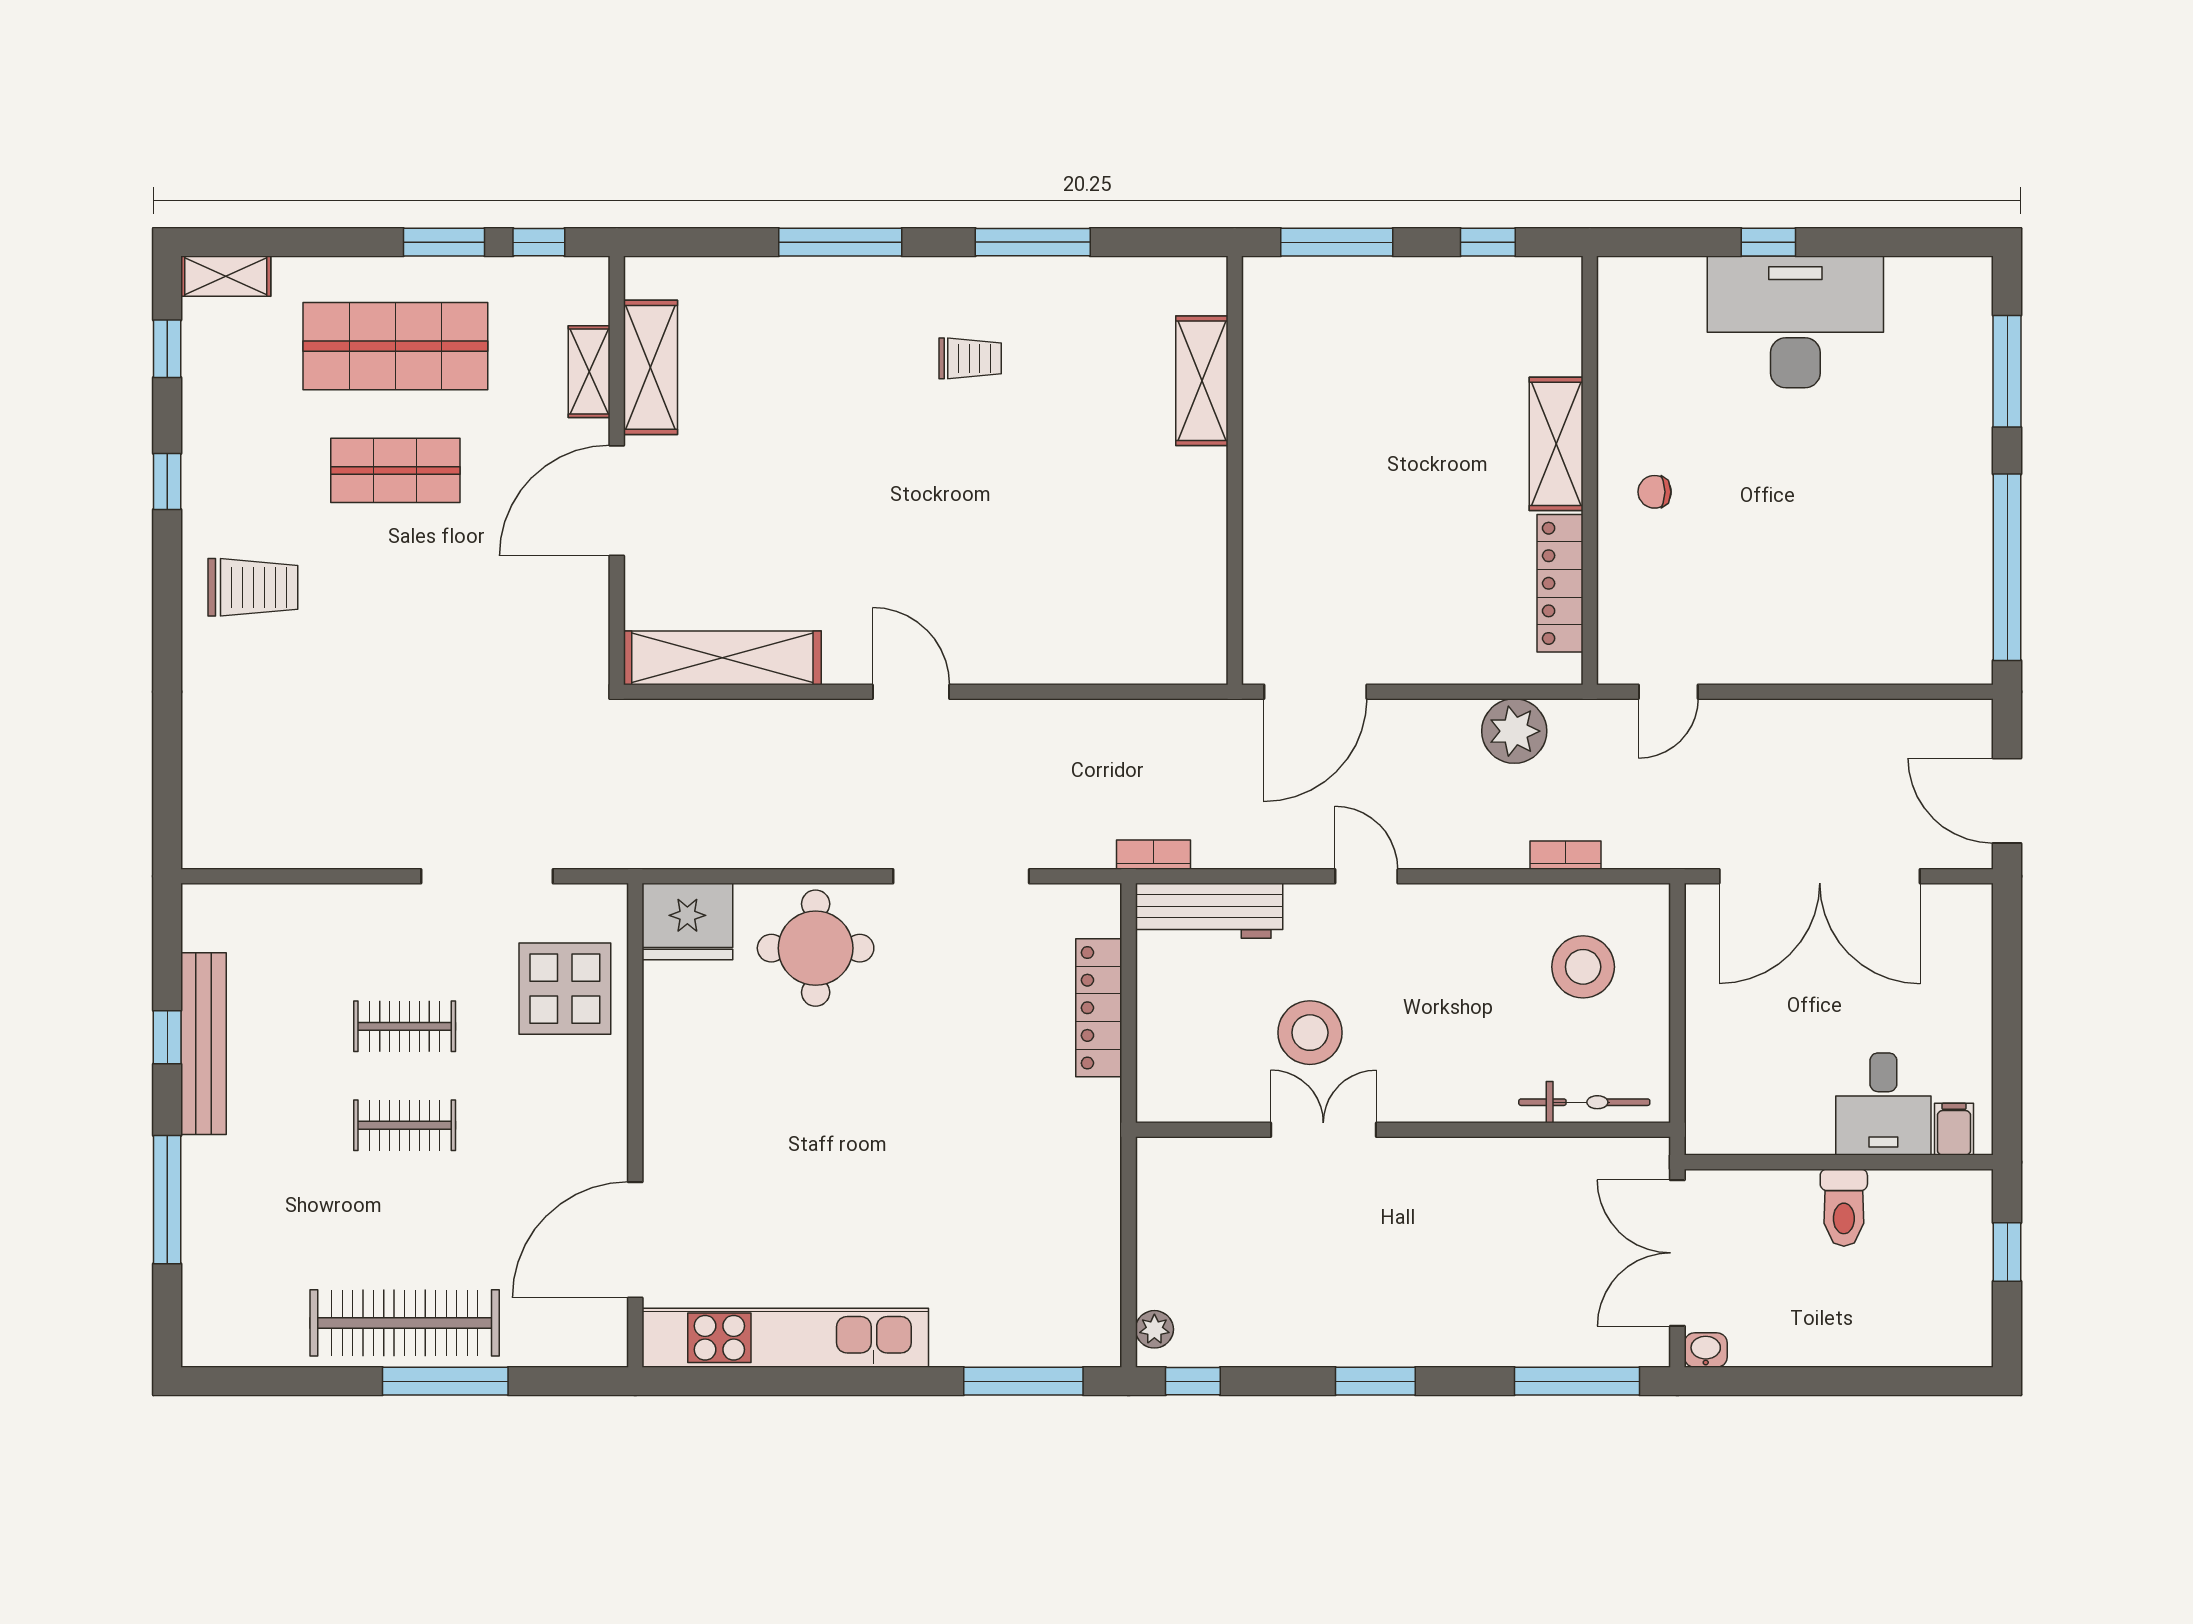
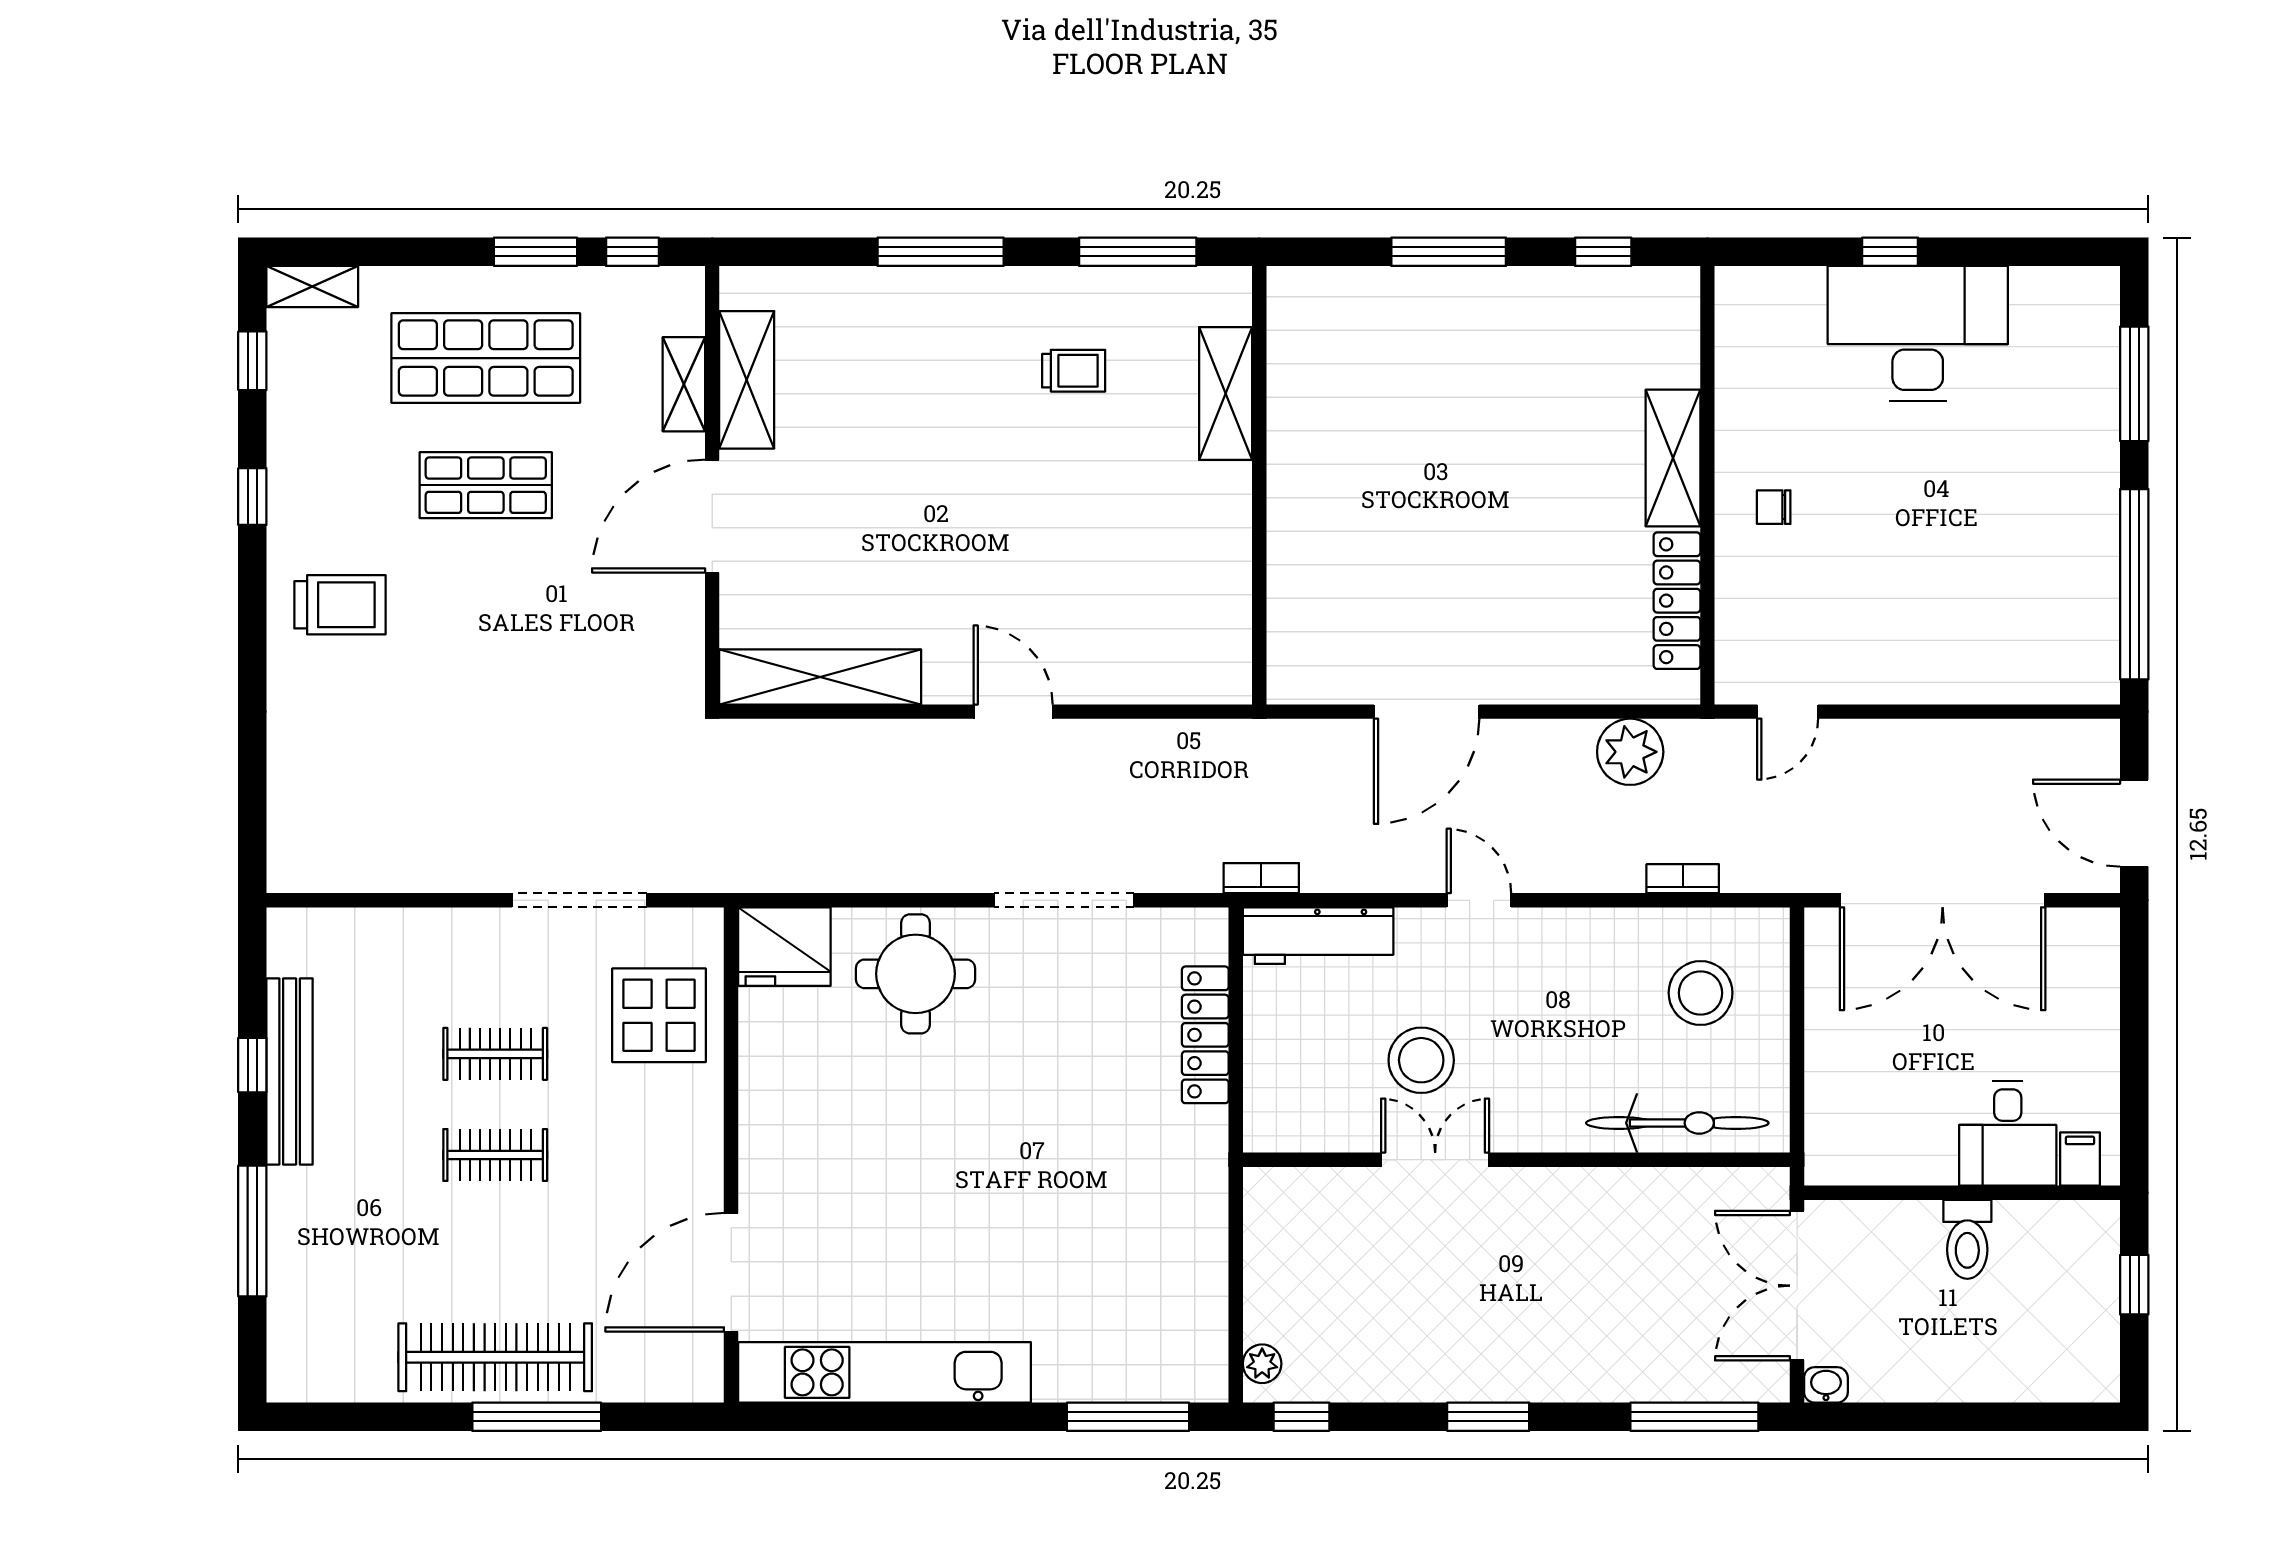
shelving: (1202, 381) -> (1226, 394), moved
wall: (1235, 470) -> (1259, 485), moved
bicycle: (1584, 1102) -> (1677, 1123), width x1.37, depth x1.40

